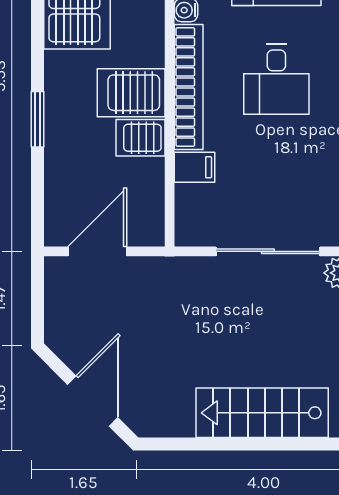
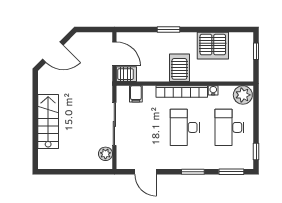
desk: (276, 79) -> (185, 127), width x1.37
server rack: (140, 138) -> (126, 74), moved, turned 90
filing cabinet: (195, 167) -> (136, 94), moved

